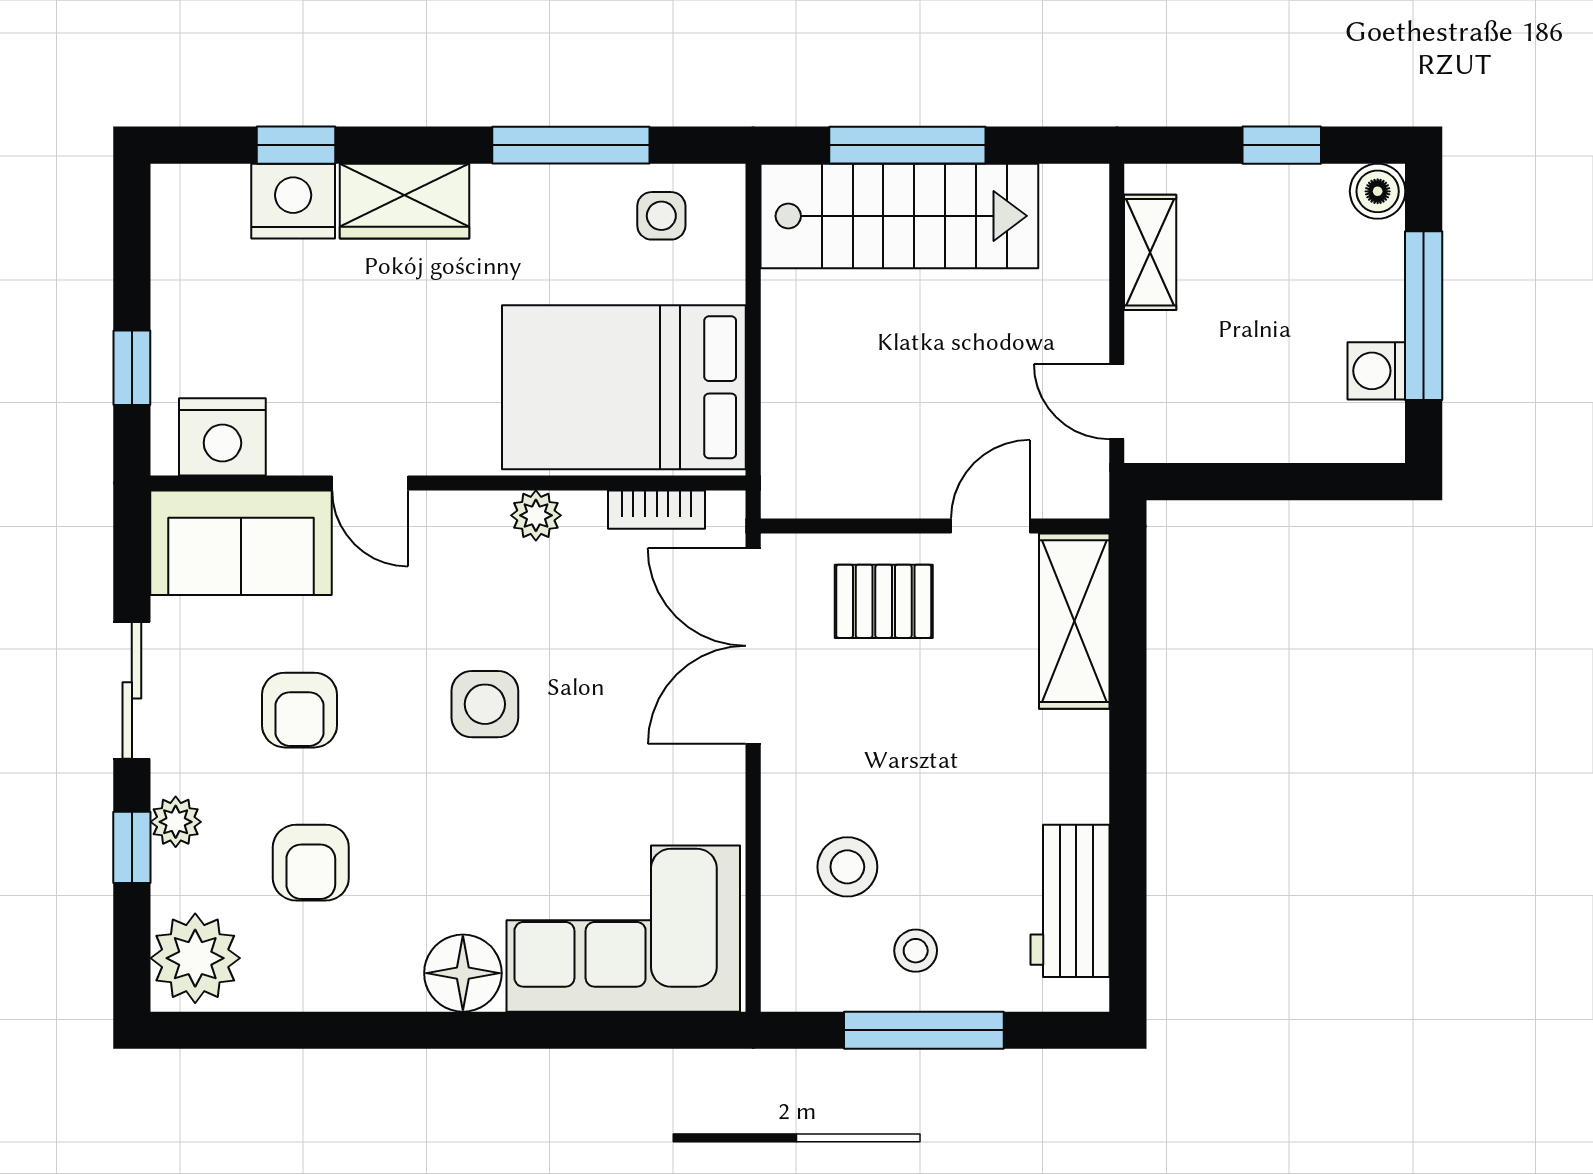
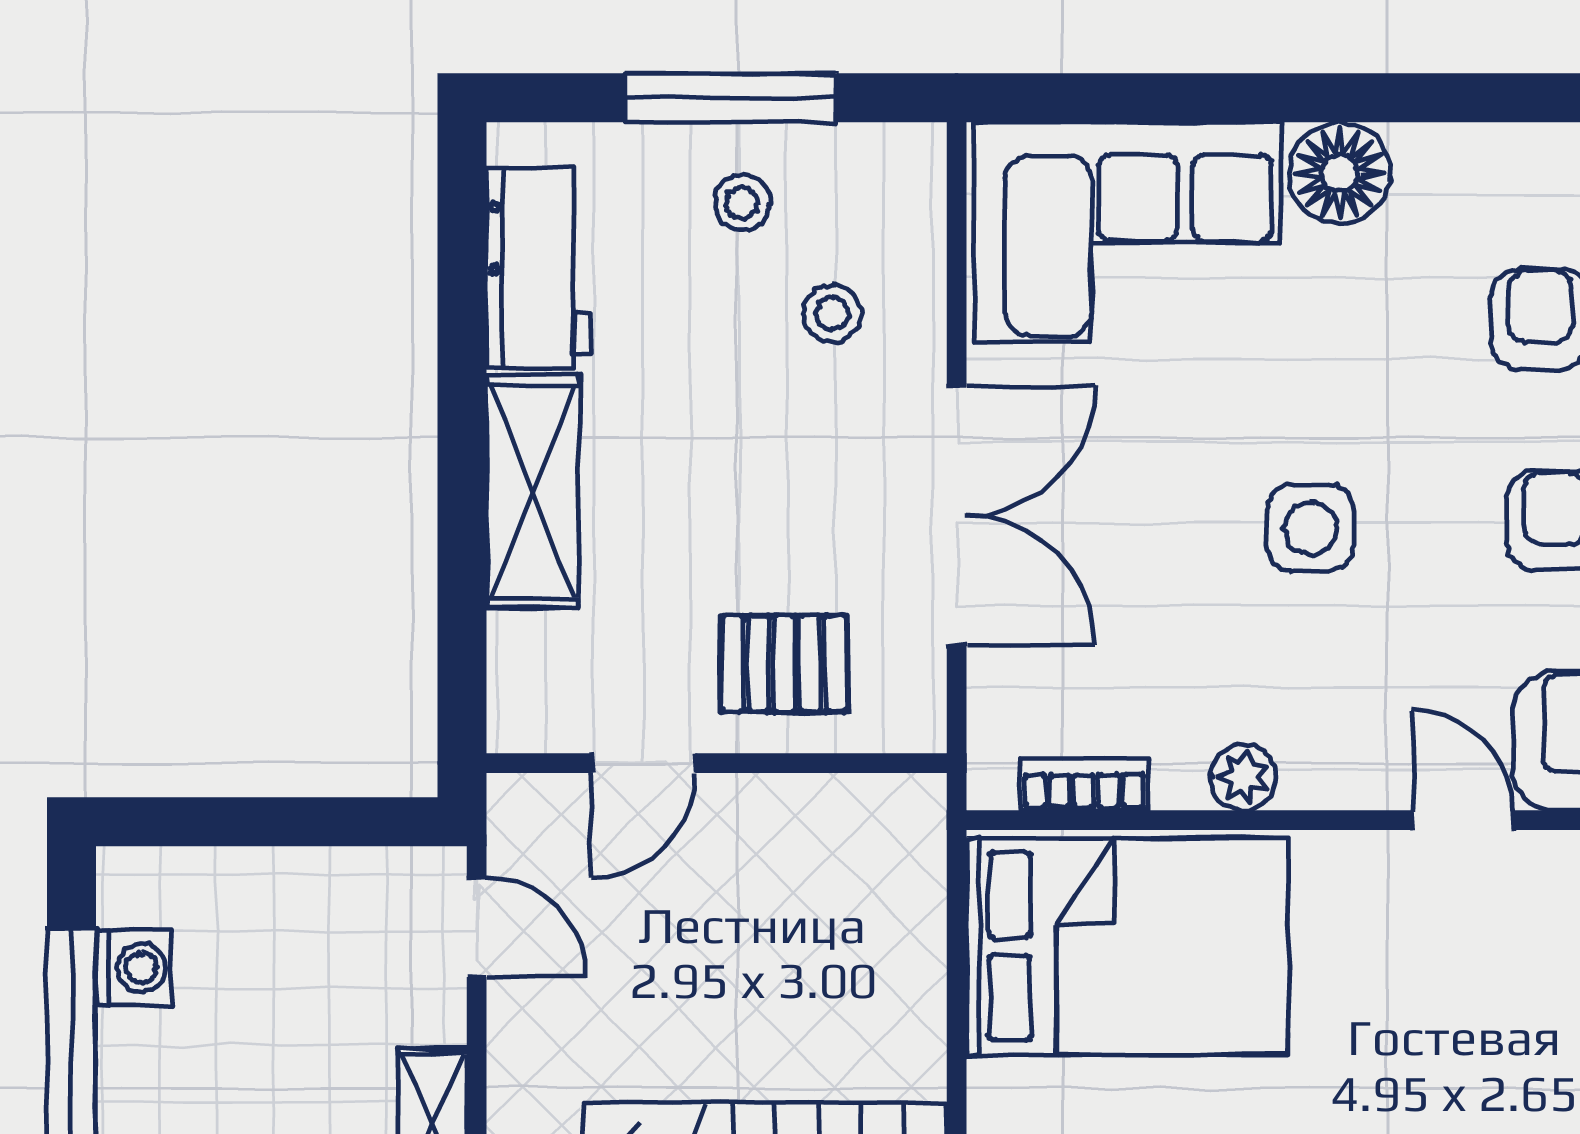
shelving: (1074, 621) -> (533, 491), moved
double door: (753, 646) -> (957, 516), moved
stool: (847, 867) -> (832, 313), width x0.73, depth x0.73

